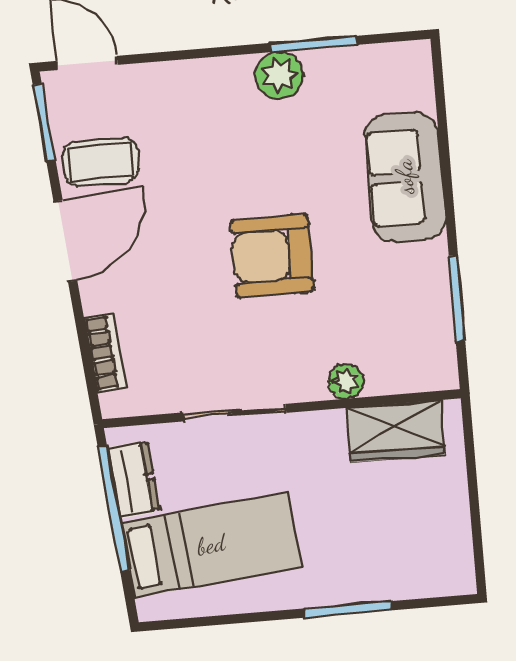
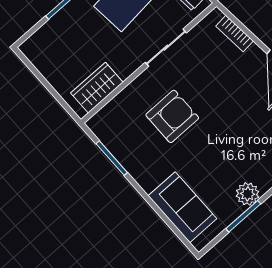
sofa: (405, 177) -> (182, 207), moved
armchair: (272, 256) -> (172, 116), moved
plant: (346, 381) -> (131, 93), removed

